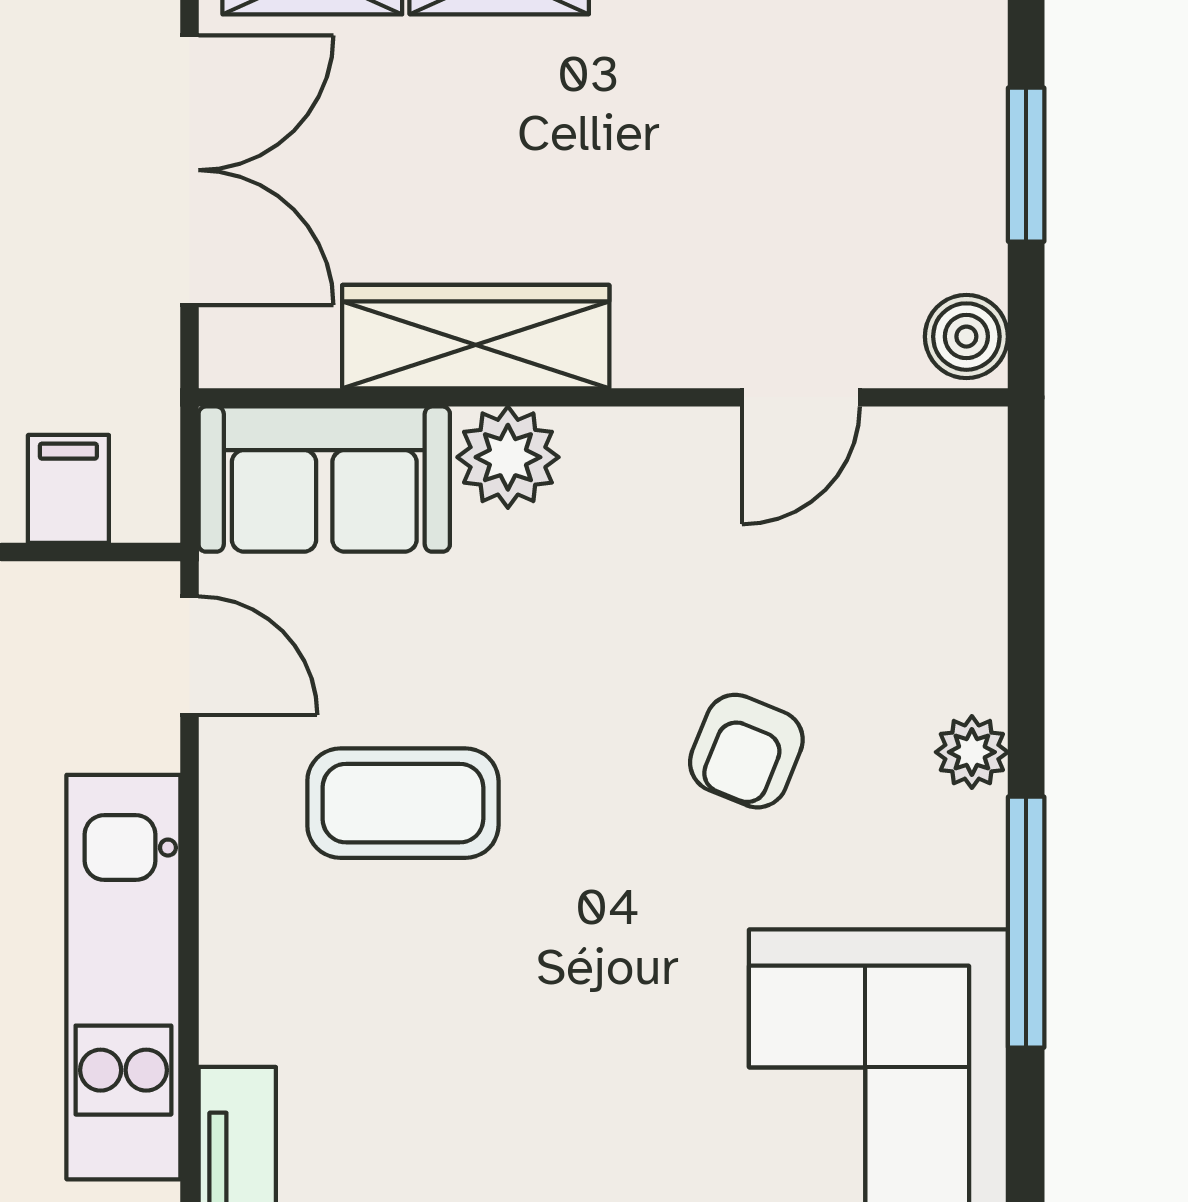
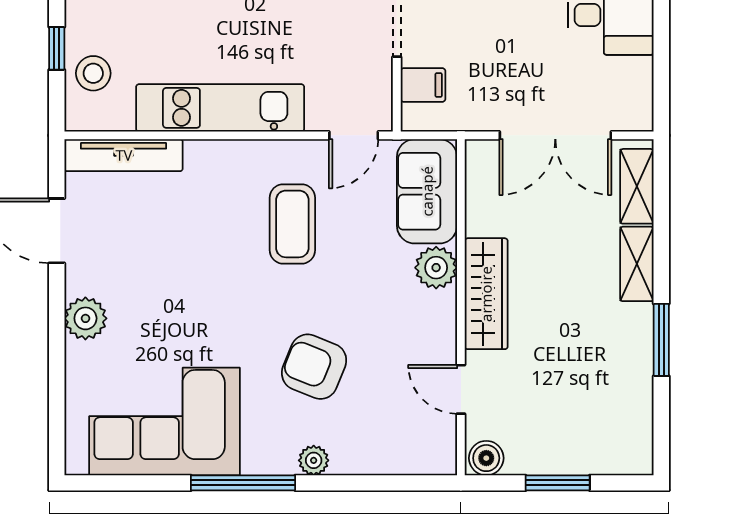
wardrobe: (476, 337) -> (486, 294), moved
armchair: (746, 751) -> (314, 367), width x1.38, depth x1.38

